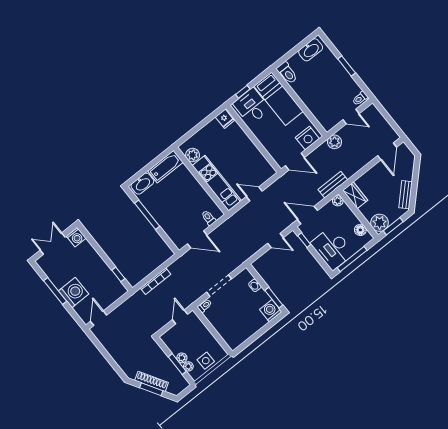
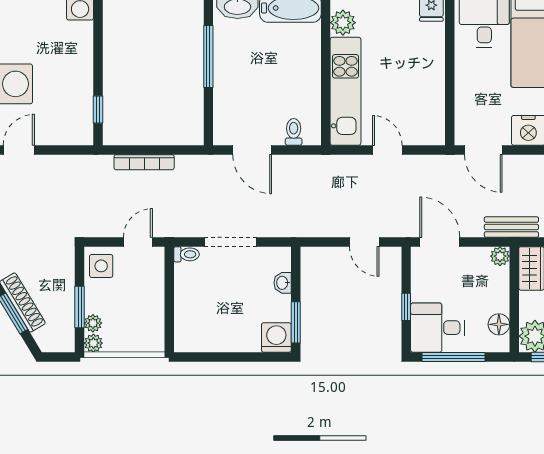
window: (304, 240) -> (406, 307), moved
desk: (332, 248) -> (437, 328), width x0.73
plant: (182, 358) -> (93, 343), moved
side table: (206, 361) -> (101, 266), moved

